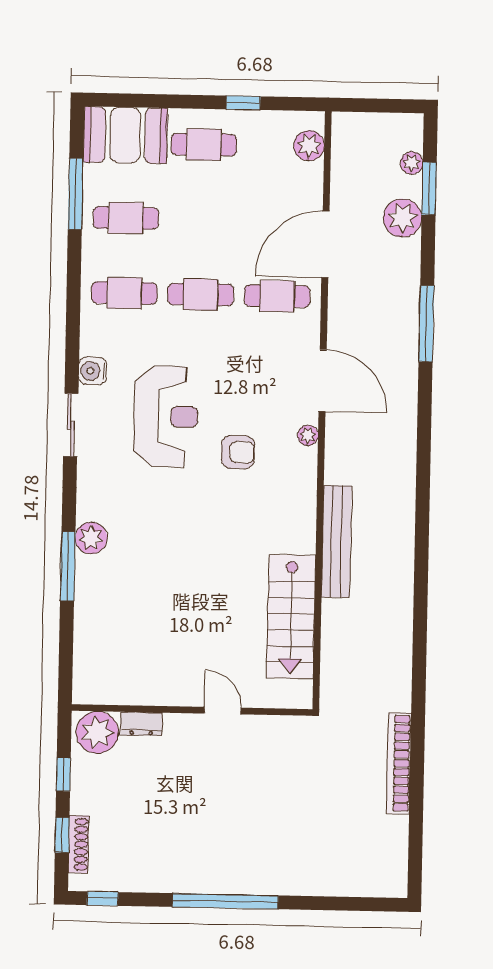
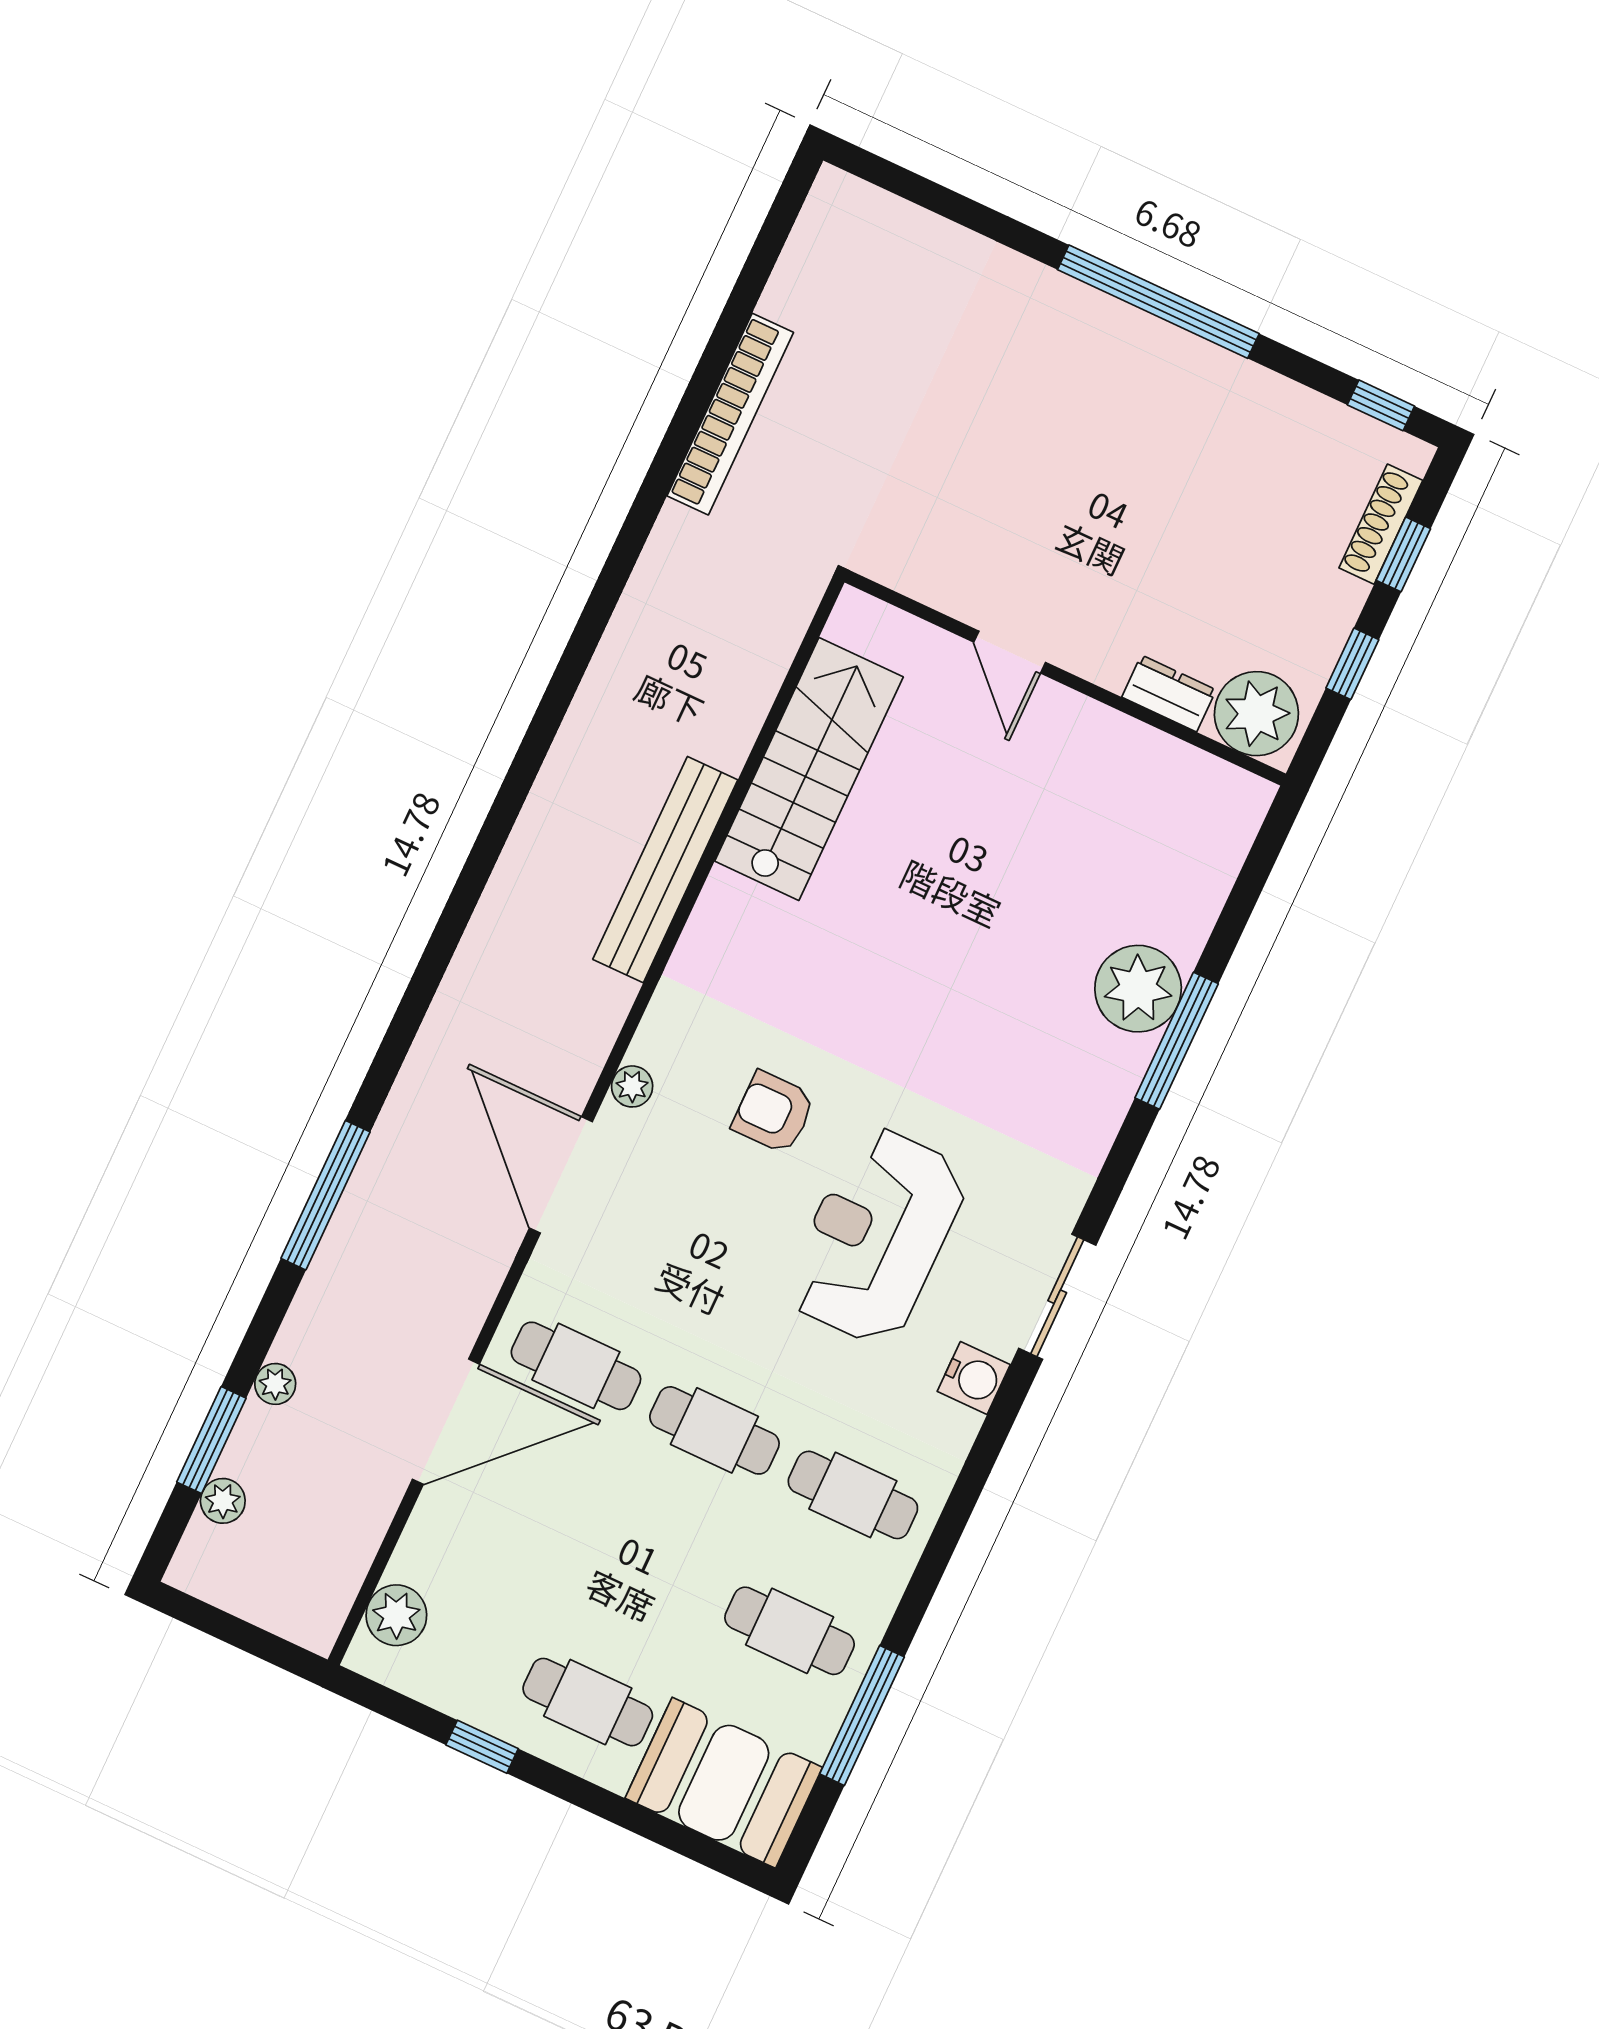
plant: (403, 218) -> (275, 1384), width x0.53, depth x0.53
plant: (91, 538) -> (1138, 989), moved, width x1.36, depth x1.36

